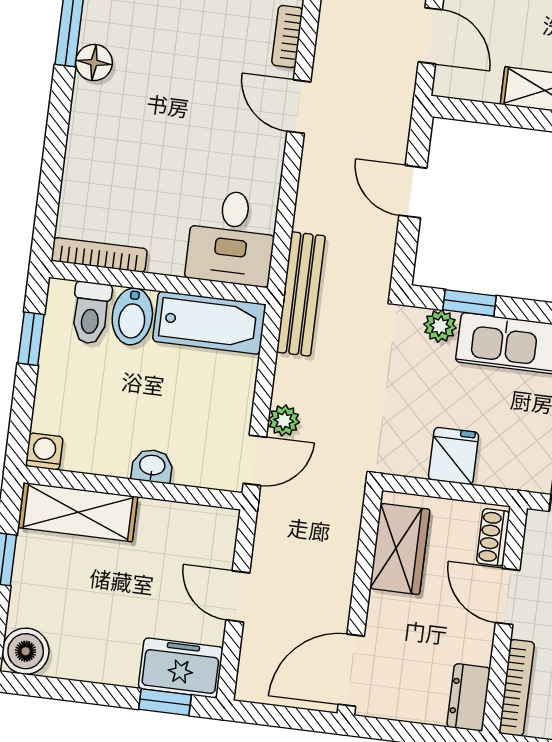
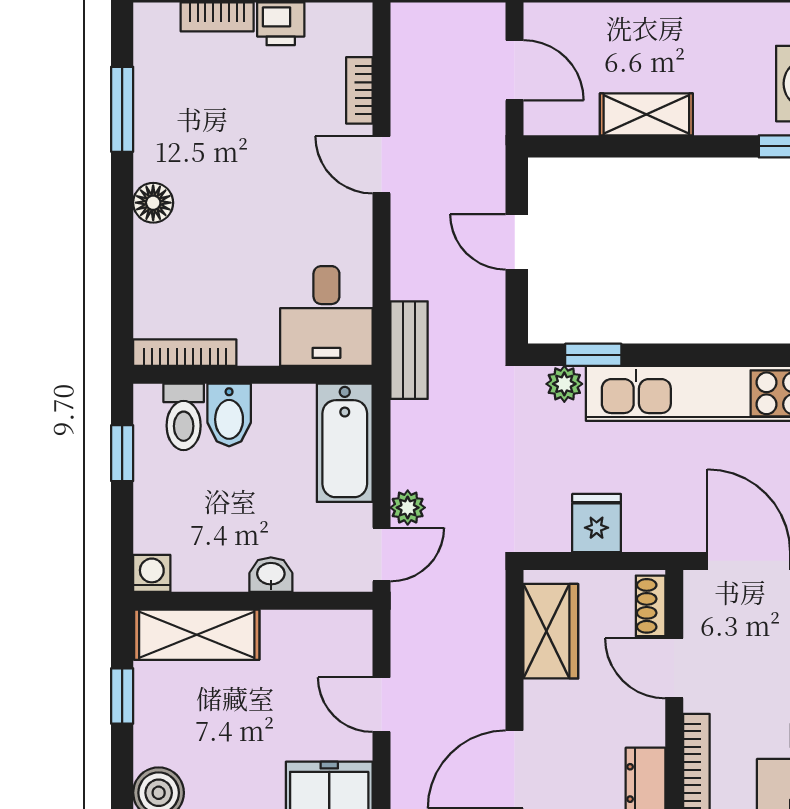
floor lamp: (94, 62) -> (153, 203), moved
bench: (301, 294) -> (409, 350), width x0.73
bathtub: (209, 323) -> (345, 443), moved, turned 90

